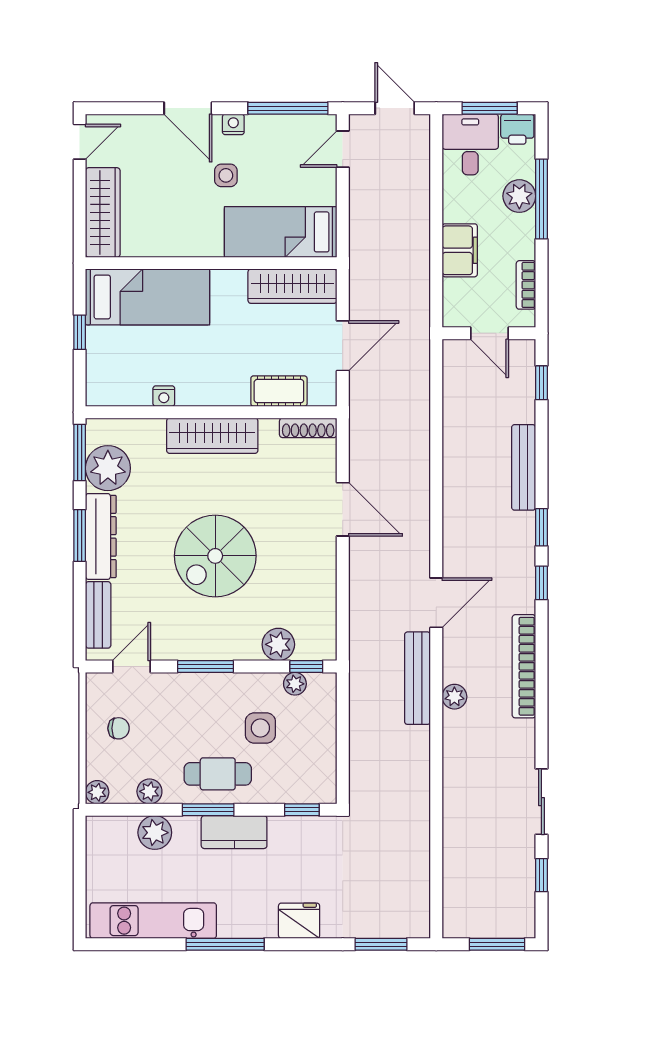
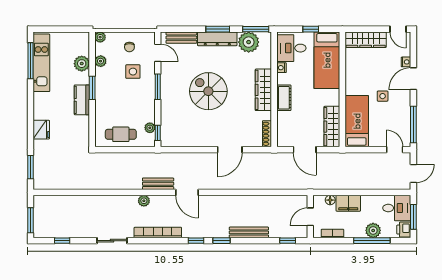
nightstand: (233, 124) -> (406, 62), moved
floor lamp: (453, 290) -> (330, 200), added
desk: (121, 375) -> (291, 48), added
cot: (279, 391) -> (284, 98), moved
plant: (278, 644) -> (168, 120), removed
bench: (417, 678) -> (158, 184), width x0.73
side table: (260, 728) -> (133, 72), moved
cafe table: (218, 774) -> (121, 134), moved, turned 90
sliding door: (541, 802) -> (112, 241), moved
window: (302, 810) -> (92, 131), removed
window: (225, 944) -> (31, 61), moved

